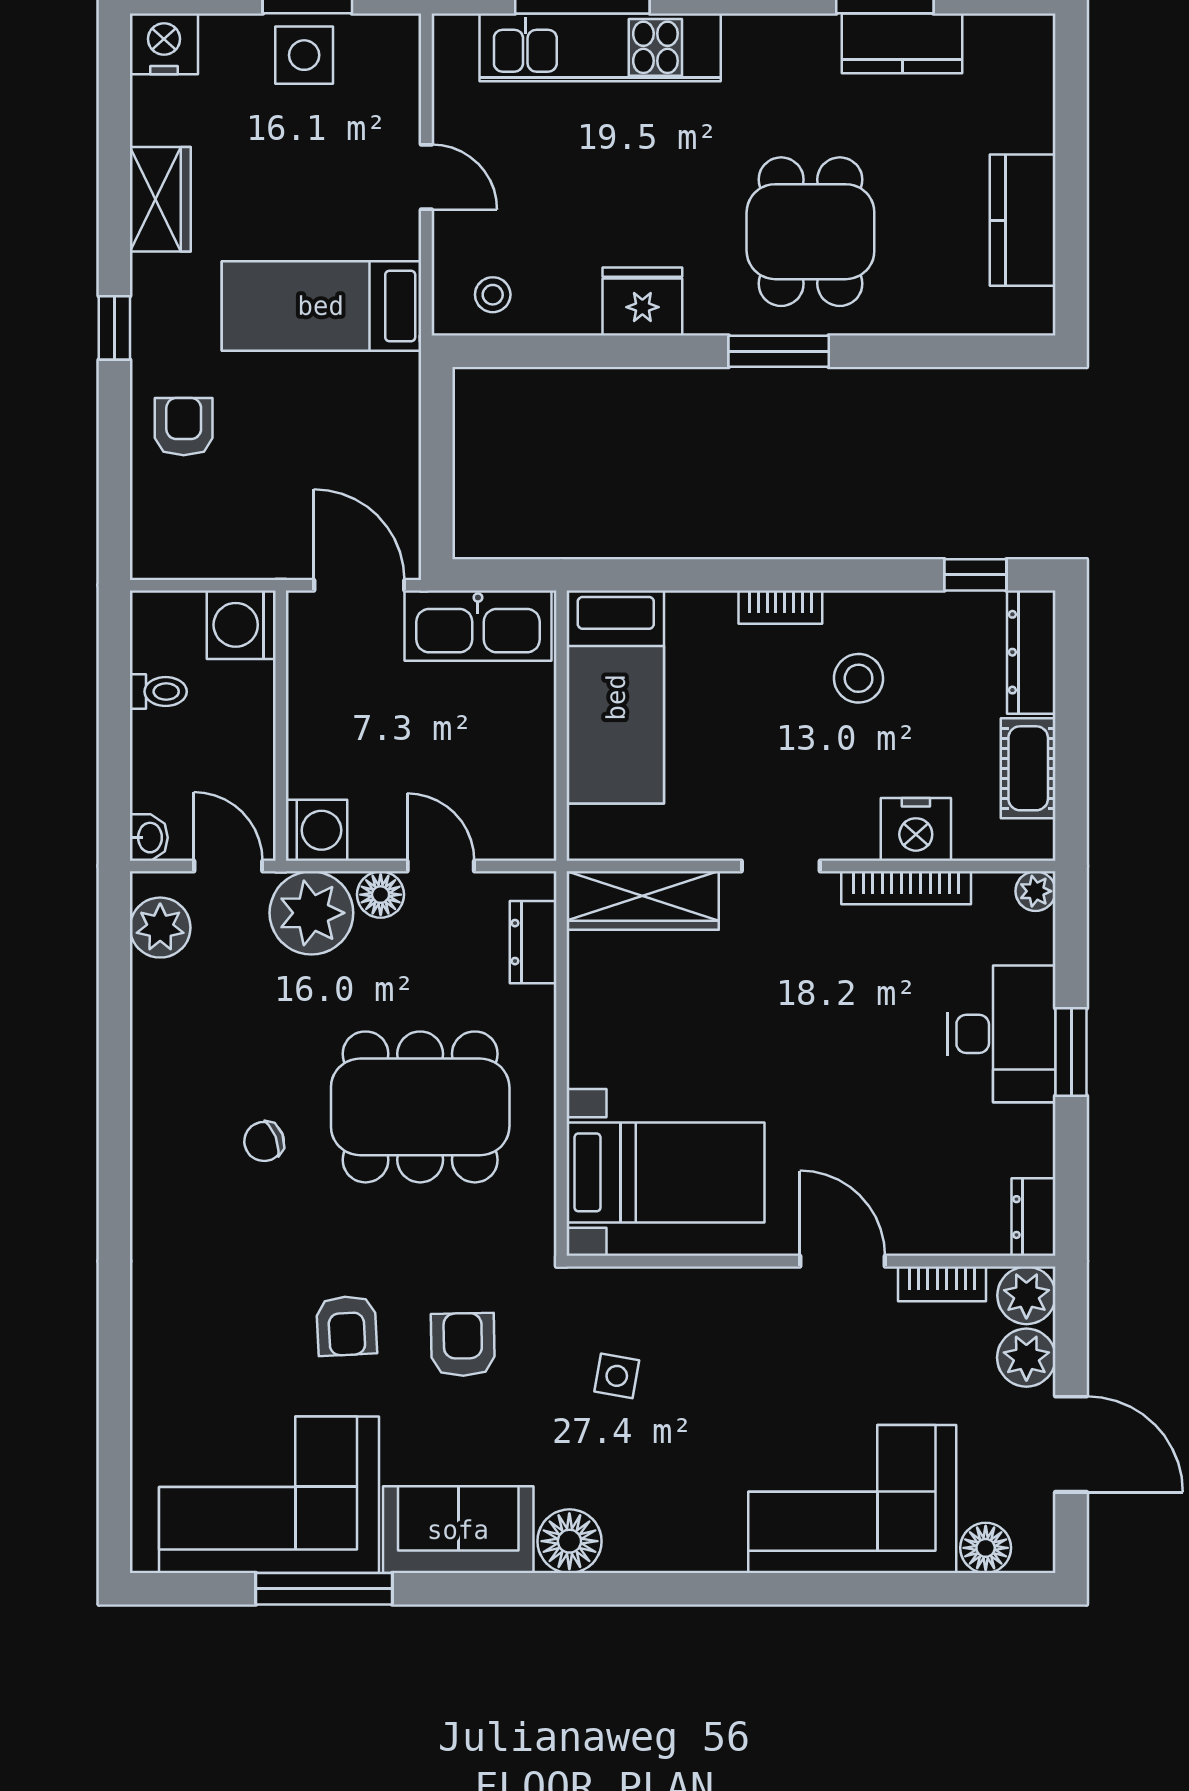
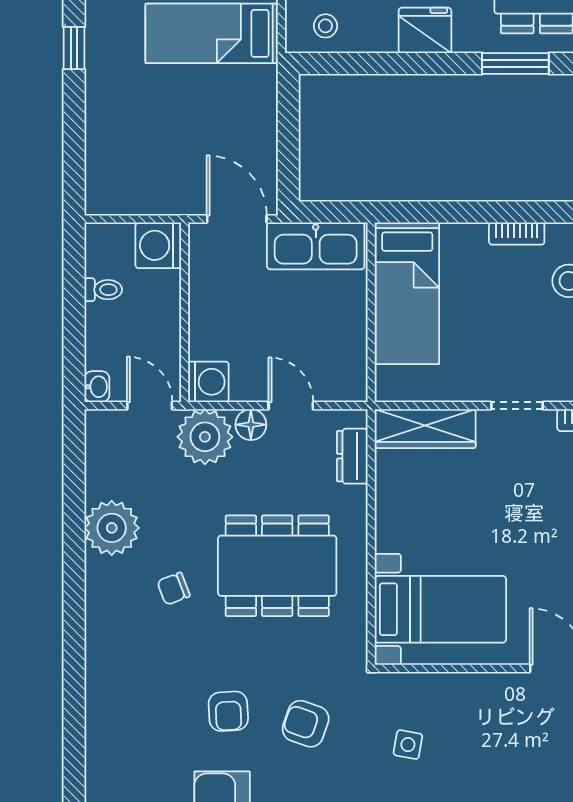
armchair: (184, 427) -> (120, 114), removed
plant: (160, 928) -> (112, 528), moved, width x1.36, depth x1.36
armchair: (463, 1345) -> (306, 724), turned -70

